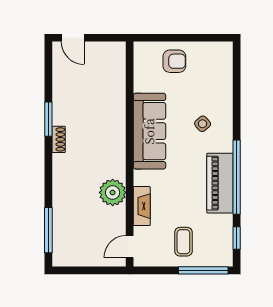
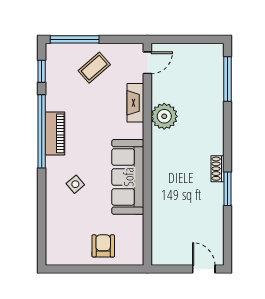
armchair: (174, 61) -> (103, 246), turned 90
piano: (220, 183) -> (55, 133), width x0.73, depth x0.75
coffee table: (183, 242) -> (94, 68), turned 49

